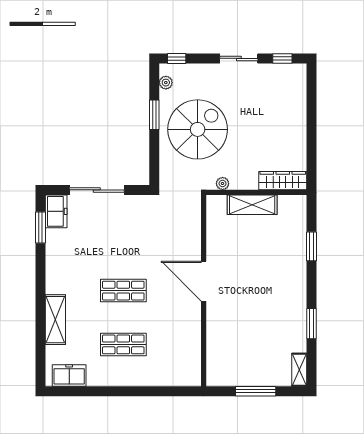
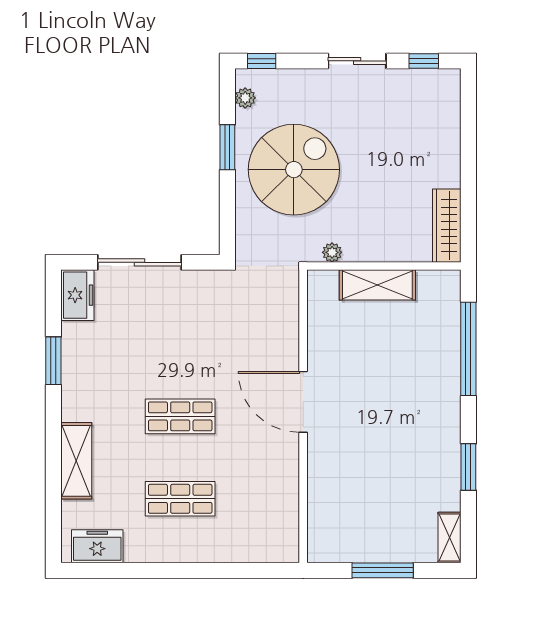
wardrobe: (283, 181) -> (447, 226), moved, turned -90
window: (41, 228) -> (53, 361), moved
window: (312, 246) -> (468, 349), width x2.11

